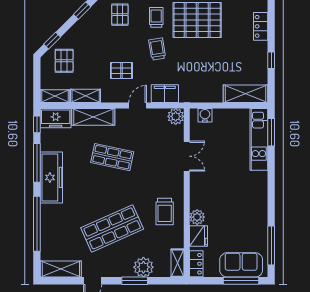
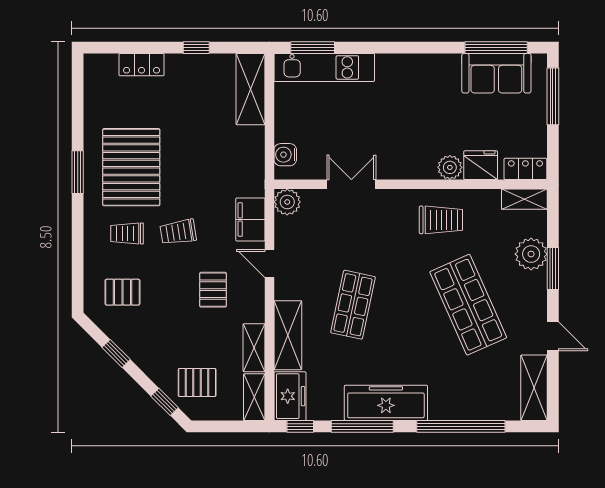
sofa: (241, 265) -> (496, 73), moved, turned -90

